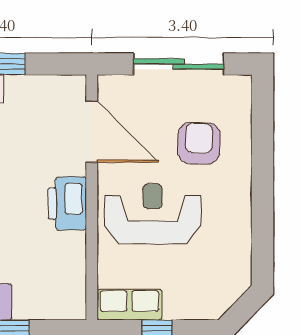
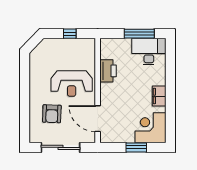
printer: (67, 204) -> (108, 71), moved
row of seats: (129, 305) -> (81, 45), removed

